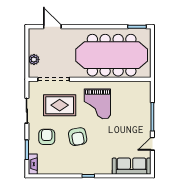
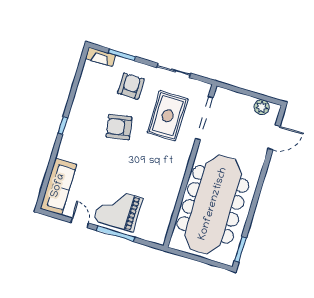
plant: (34, 59) -> (262, 107), moved
grand piano: (97, 104) -> (118, 209), moved
armchair: (47, 137) -> (131, 86), turned -90

